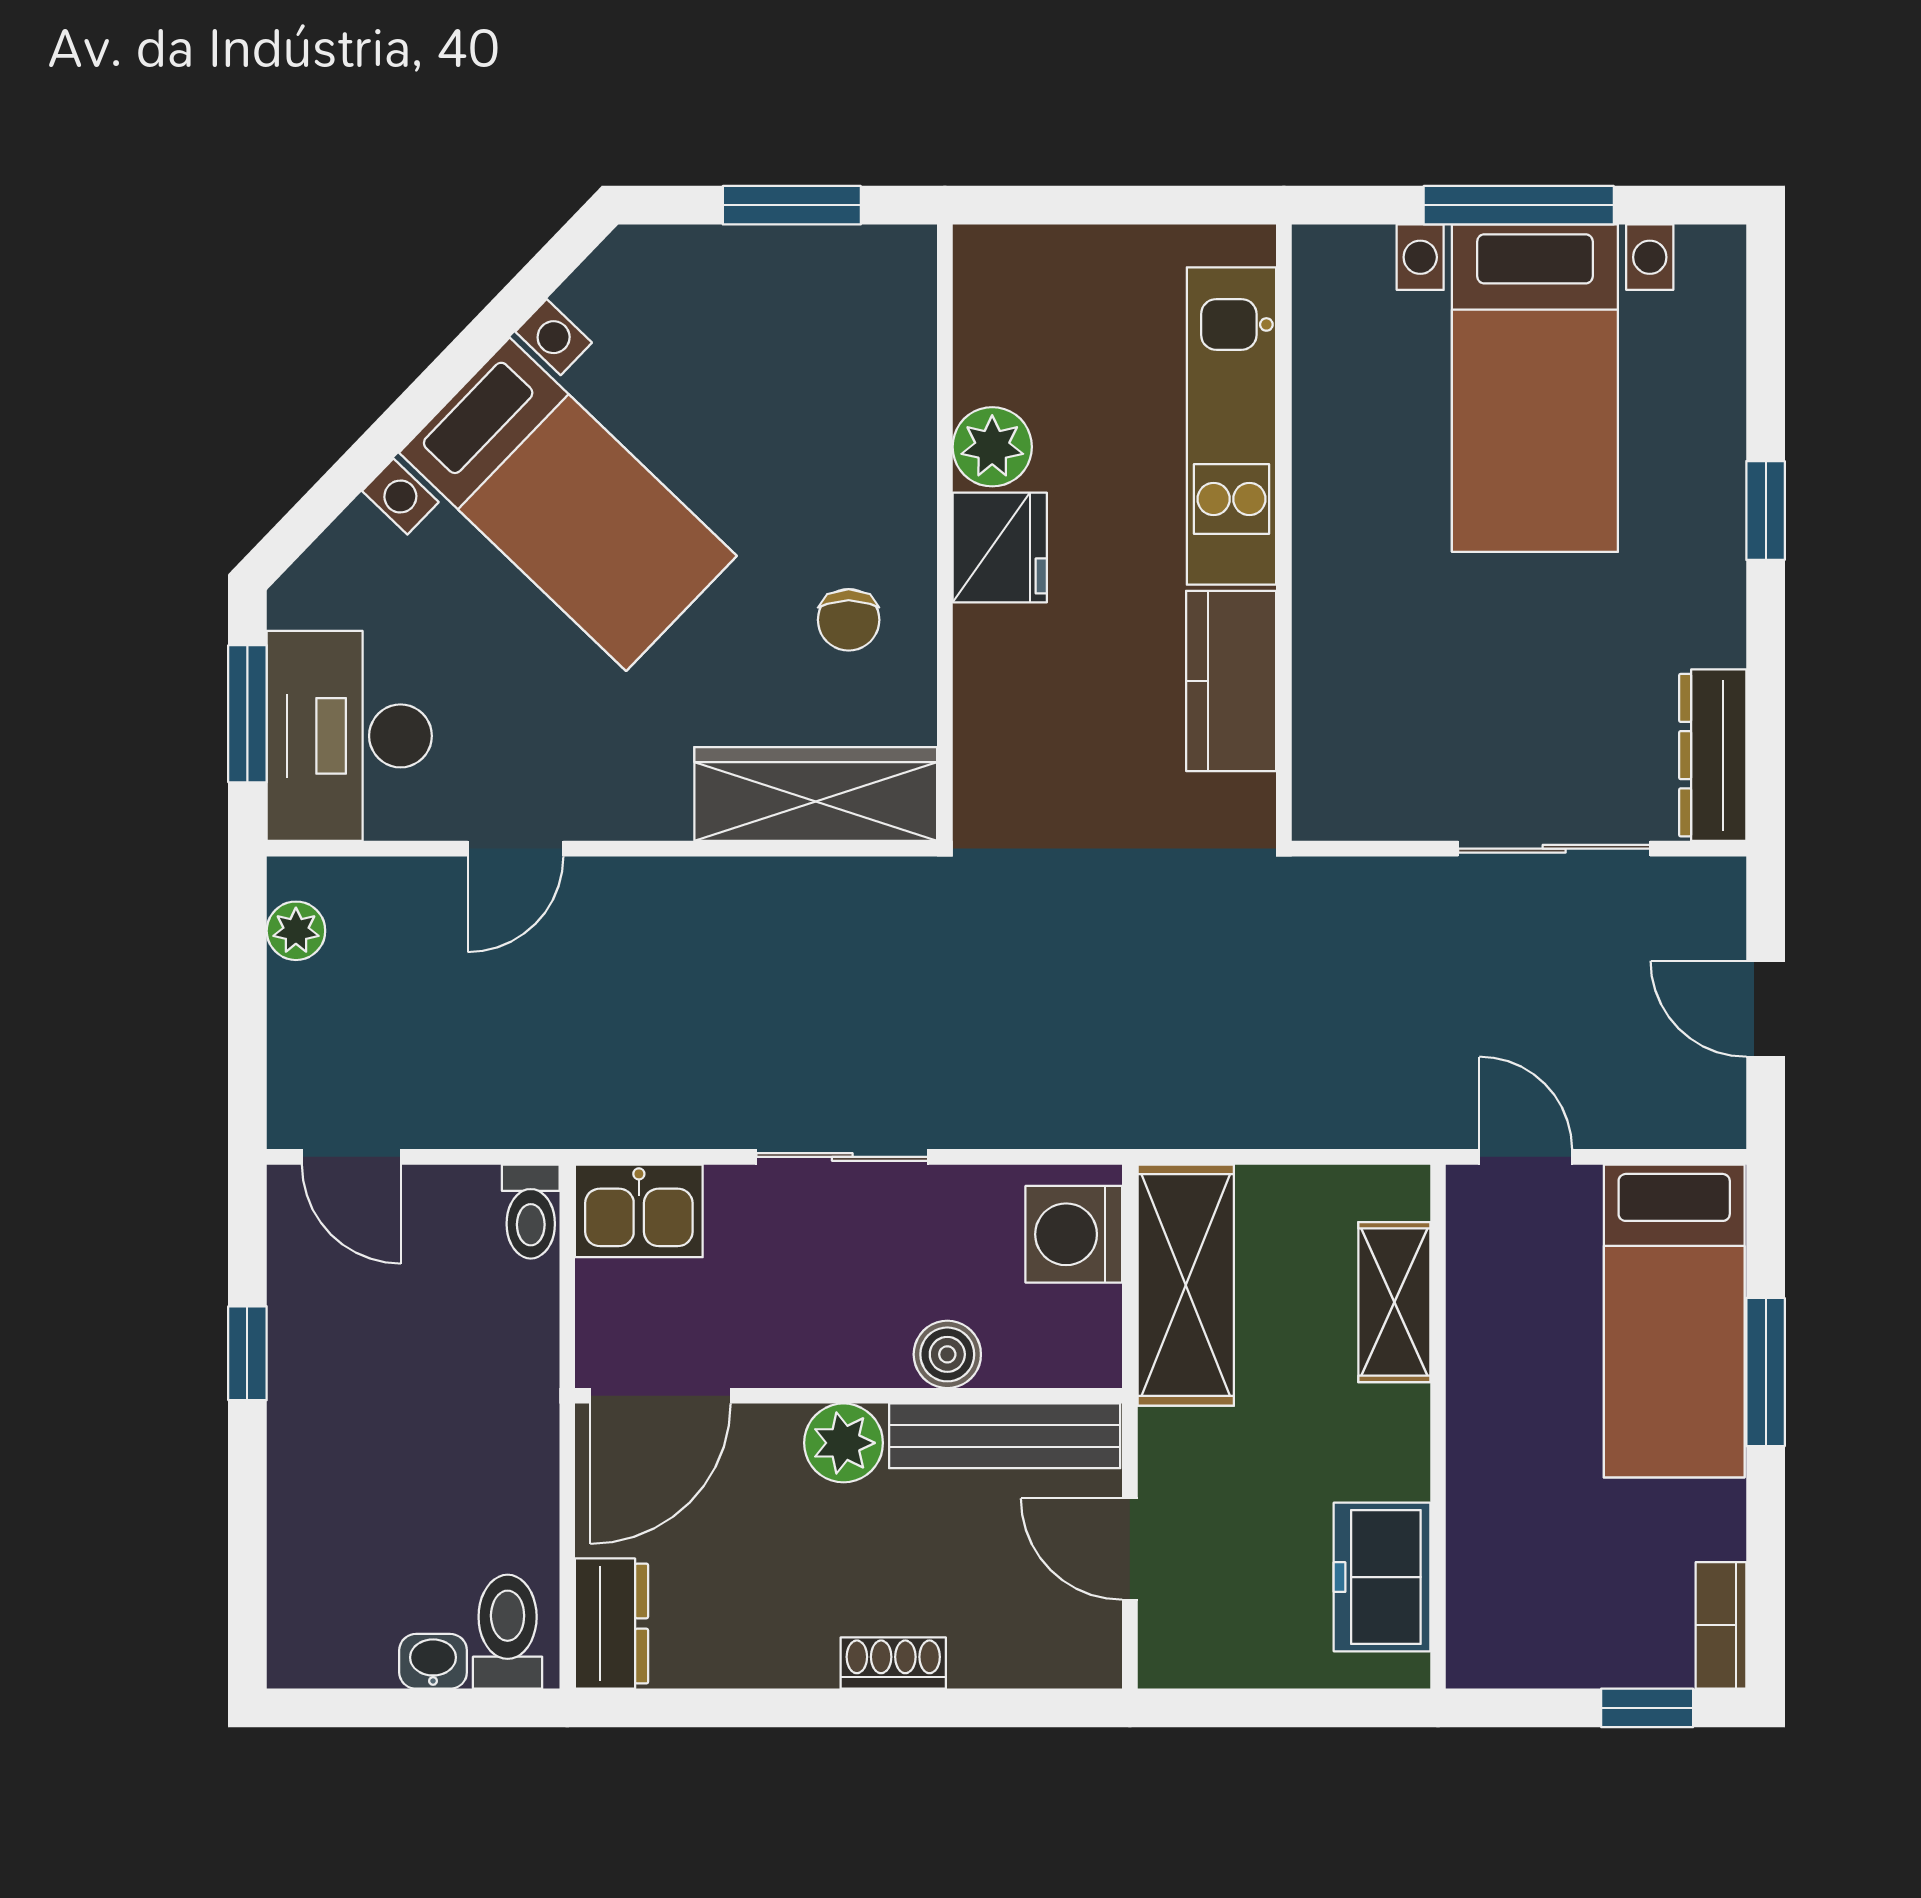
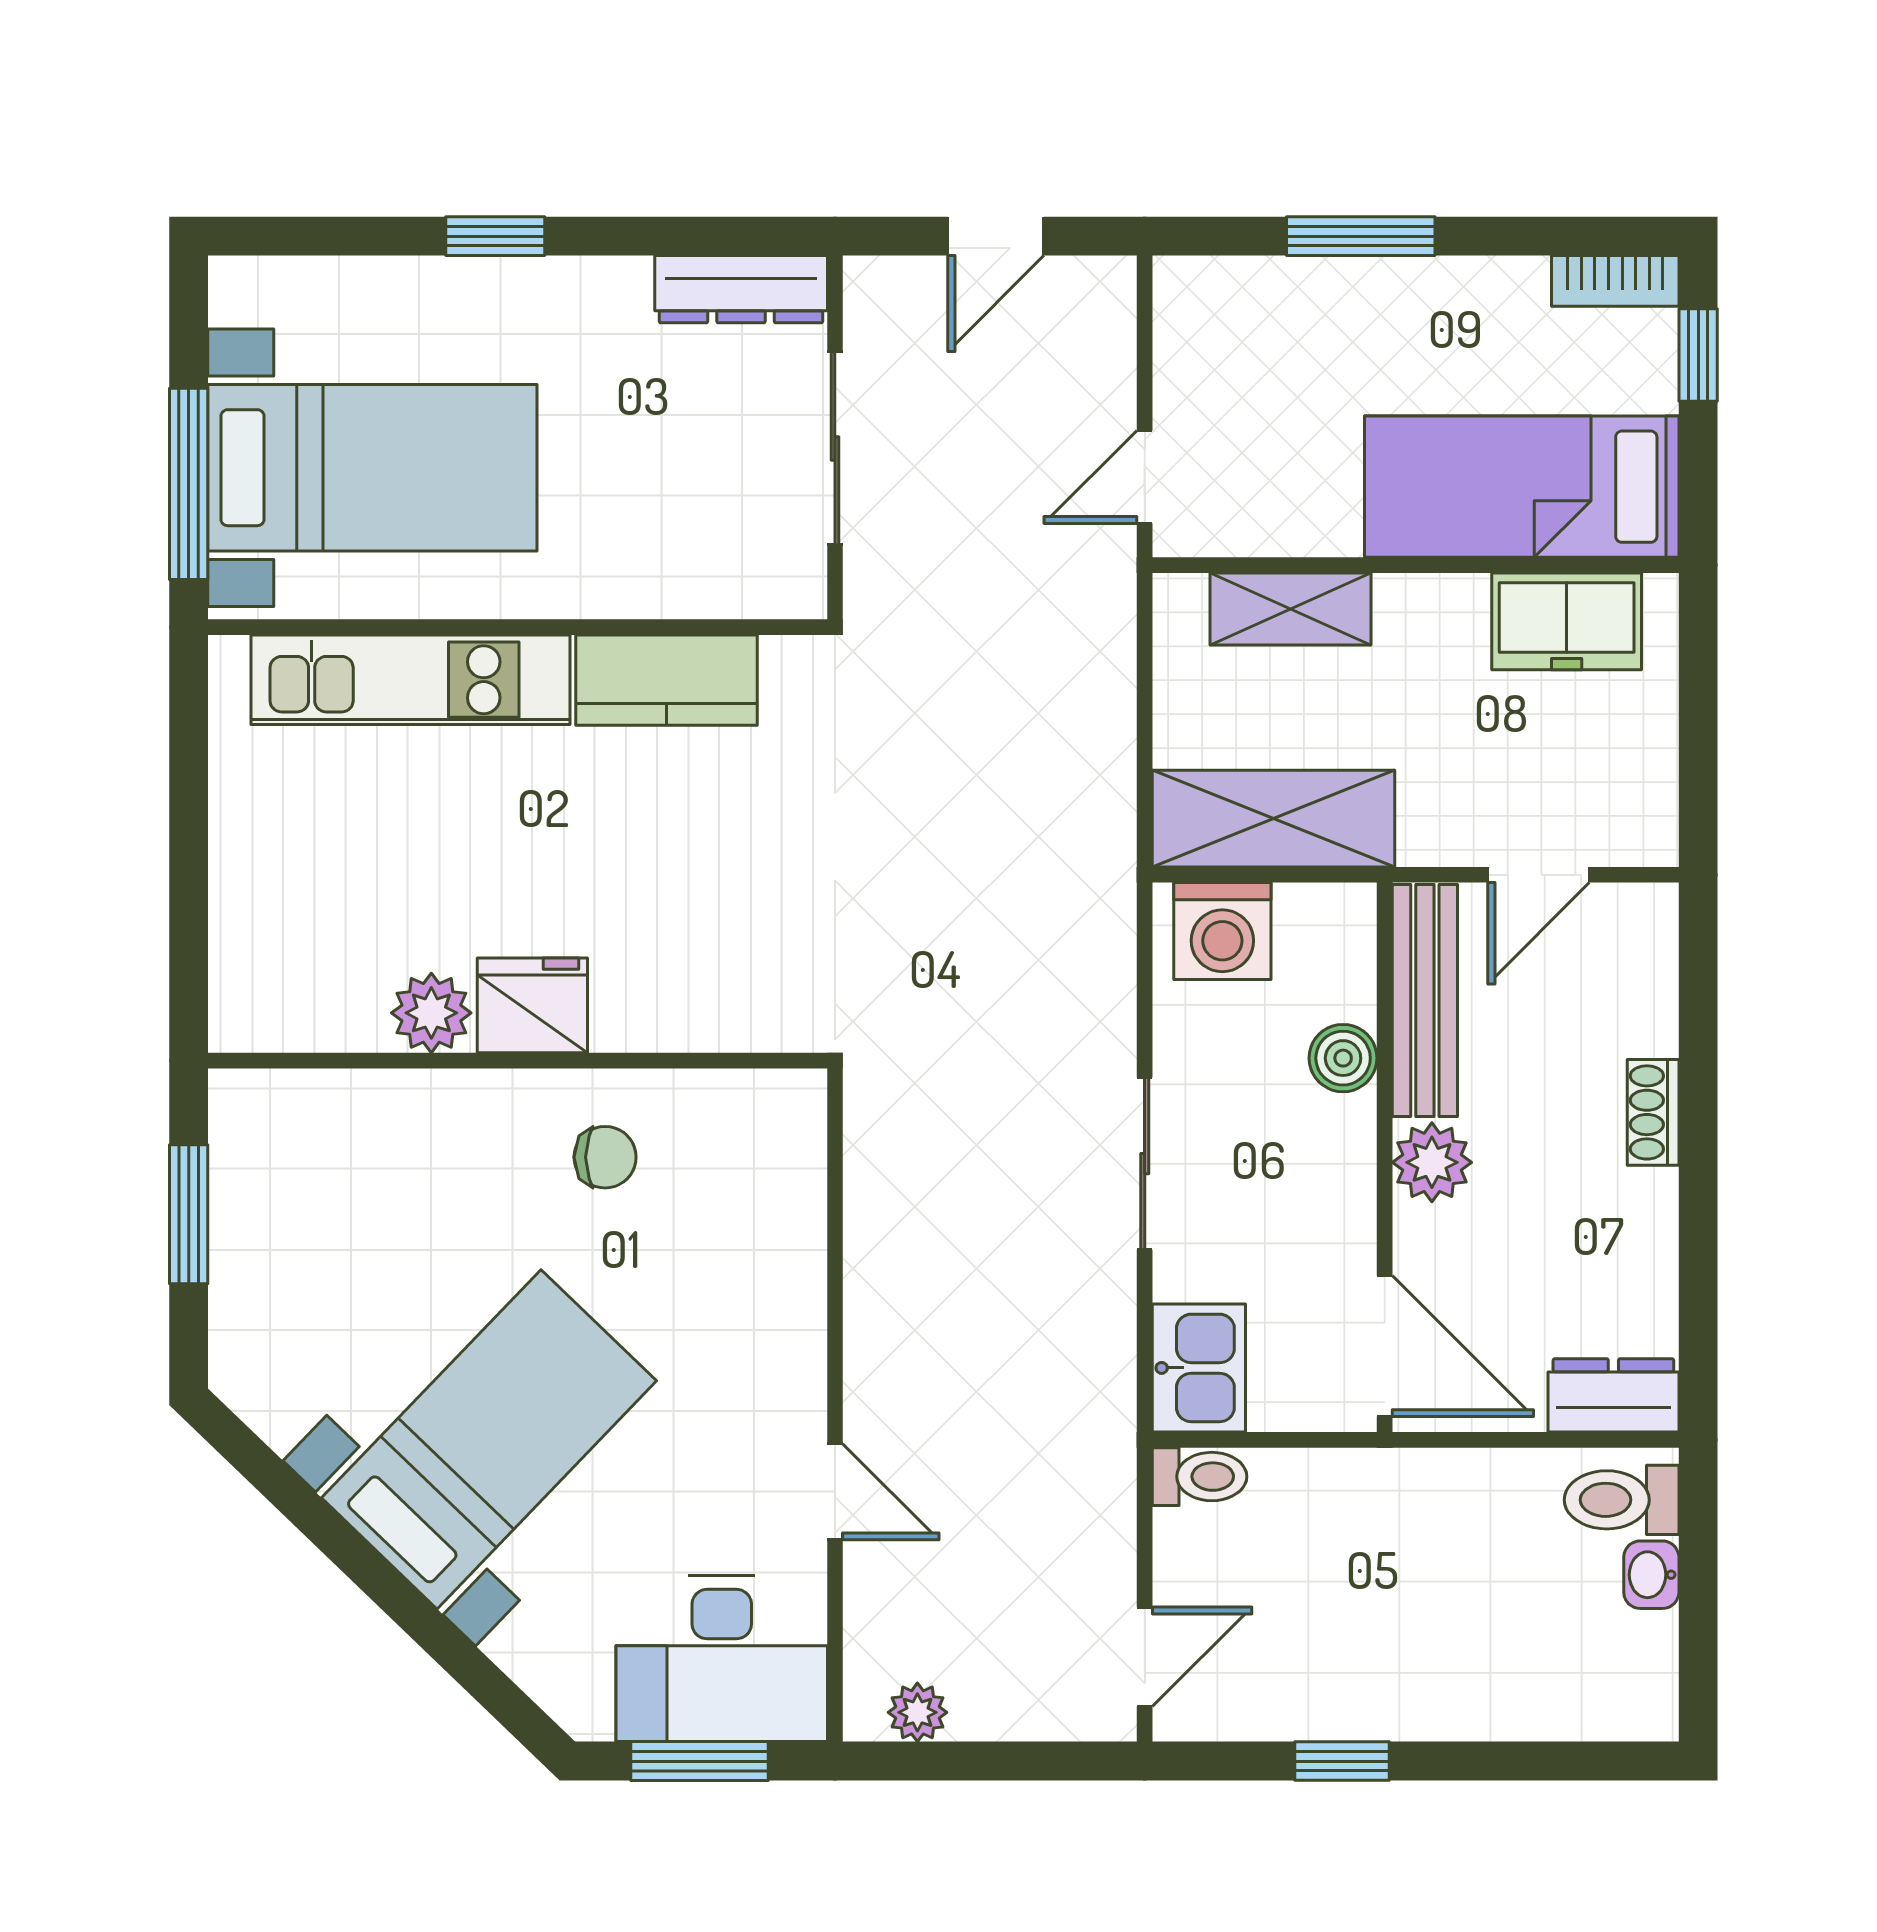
kitchen unit: (1231, 426) -> (410, 680), moved
wall: (1284, 533) -> (518, 627), moved
kitchen counter: (1231, 681) -> (667, 680), moved
wardrobe: (816, 794) -> (780, 1190), removed
bed: (1674, 1321) -> (1522, 487), moved, turned 180

